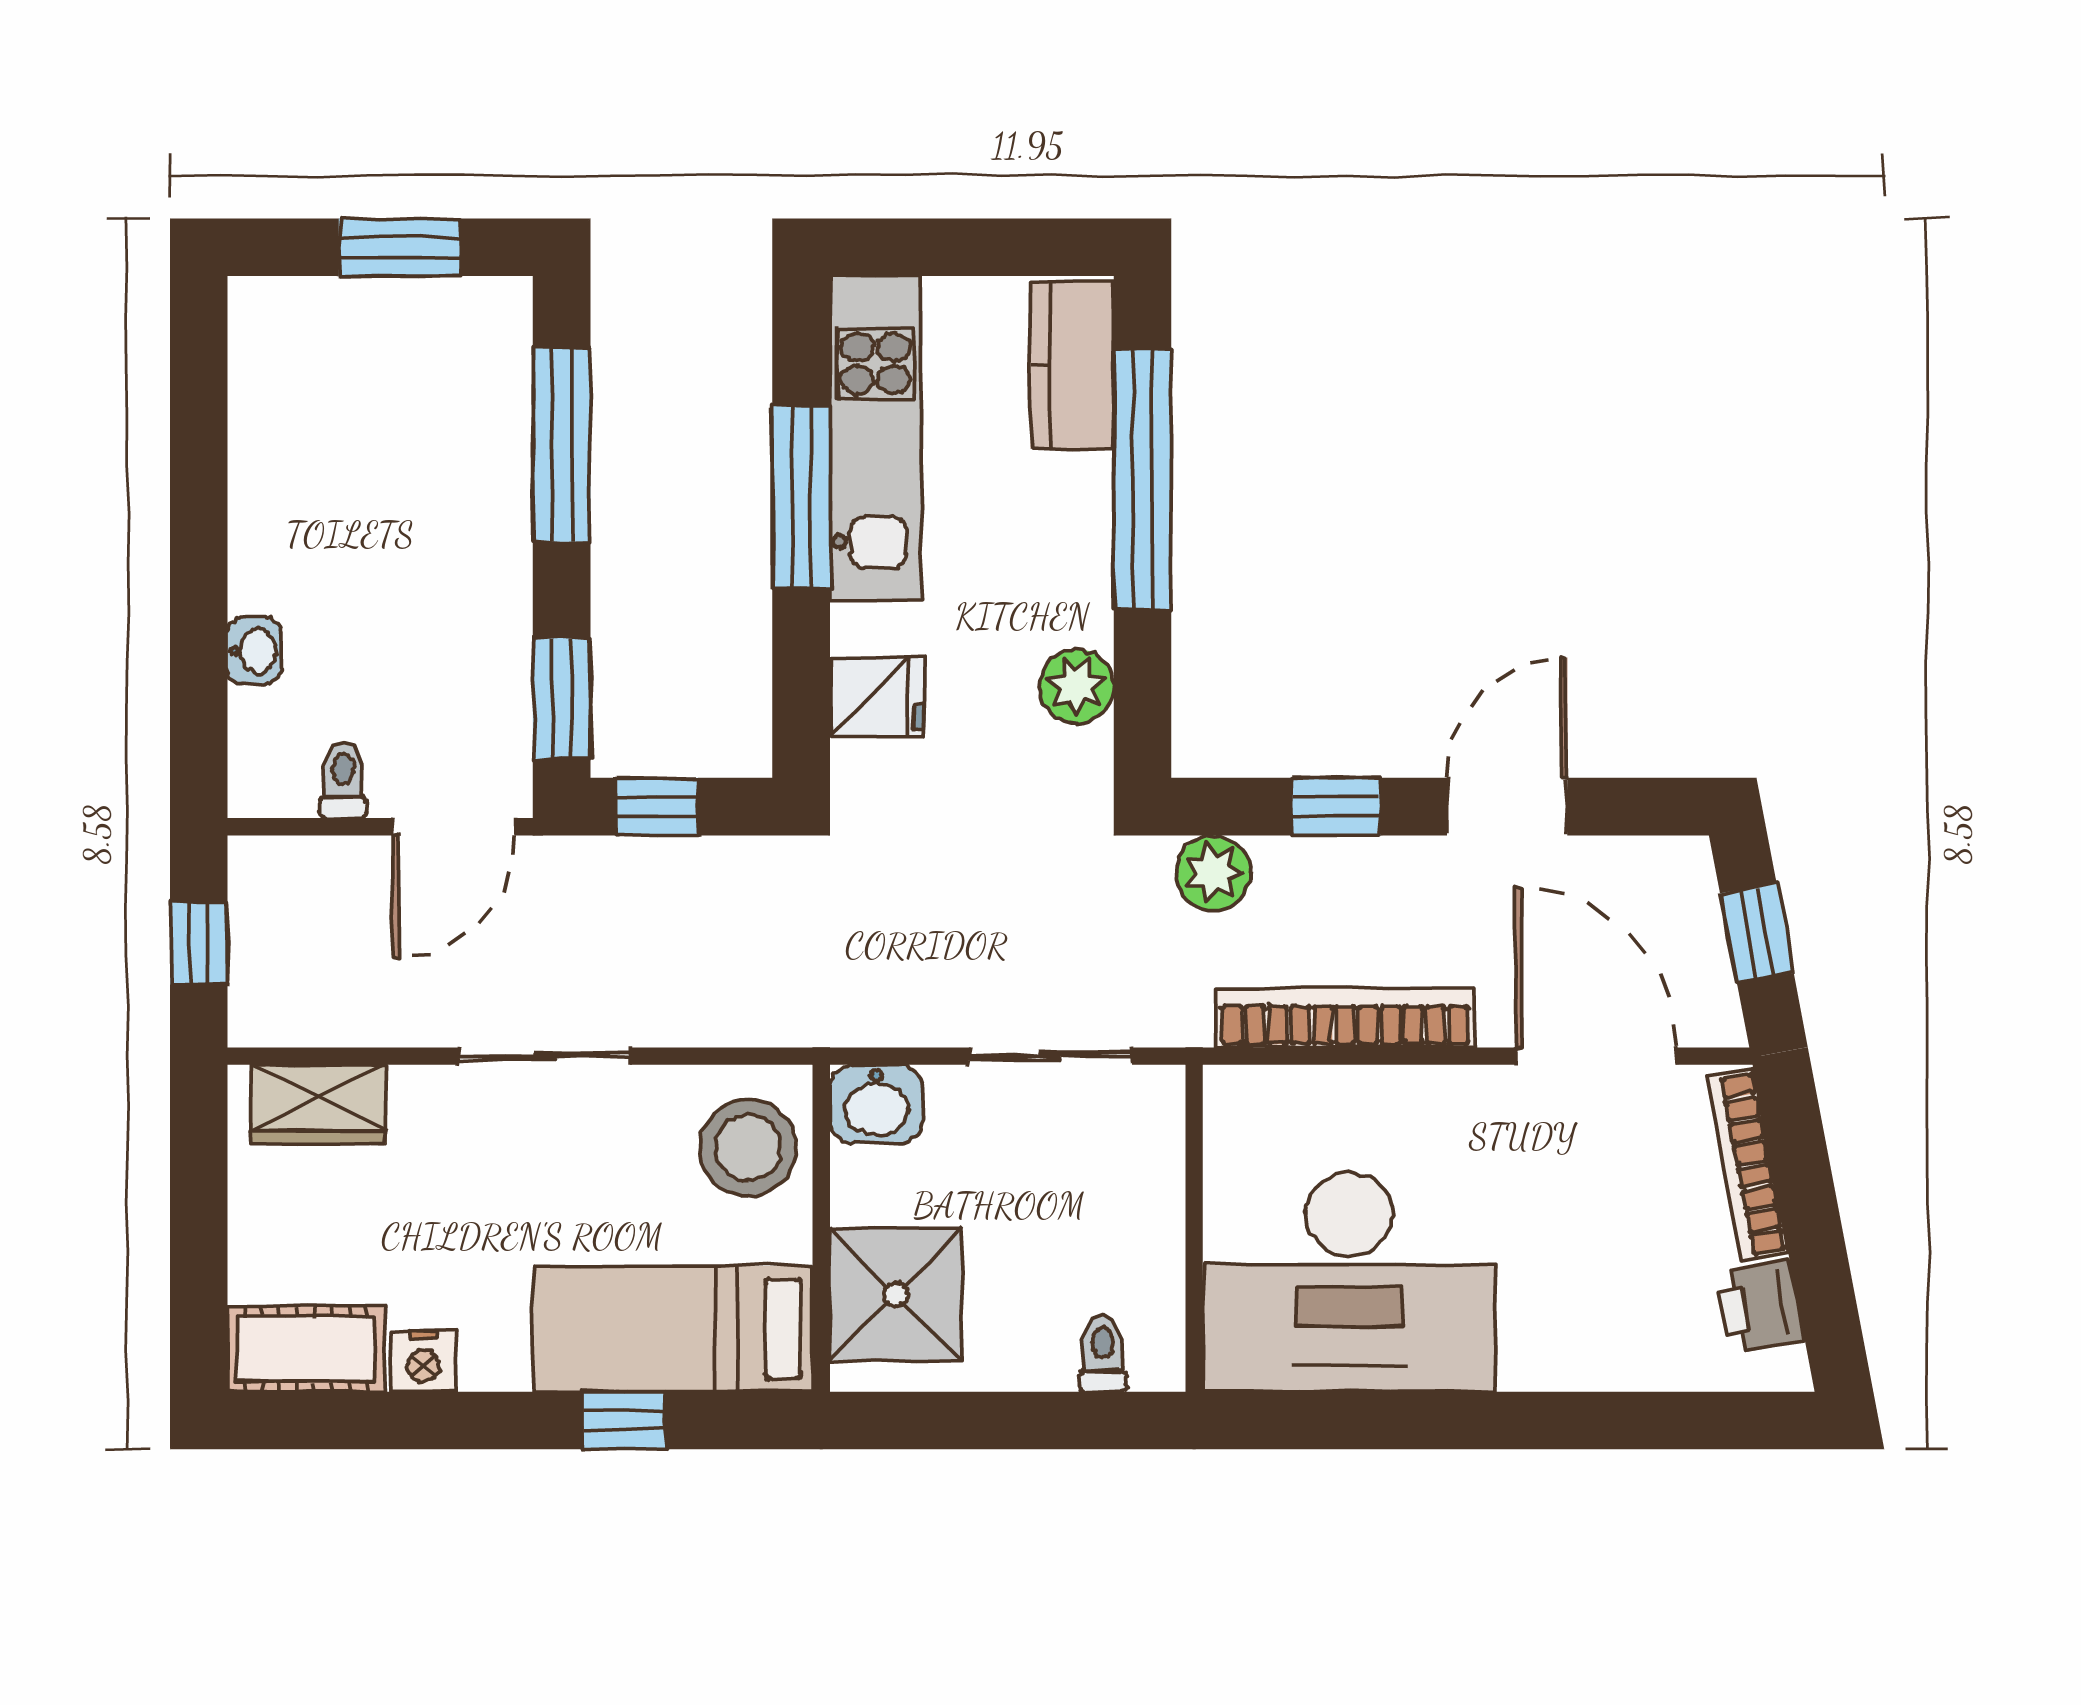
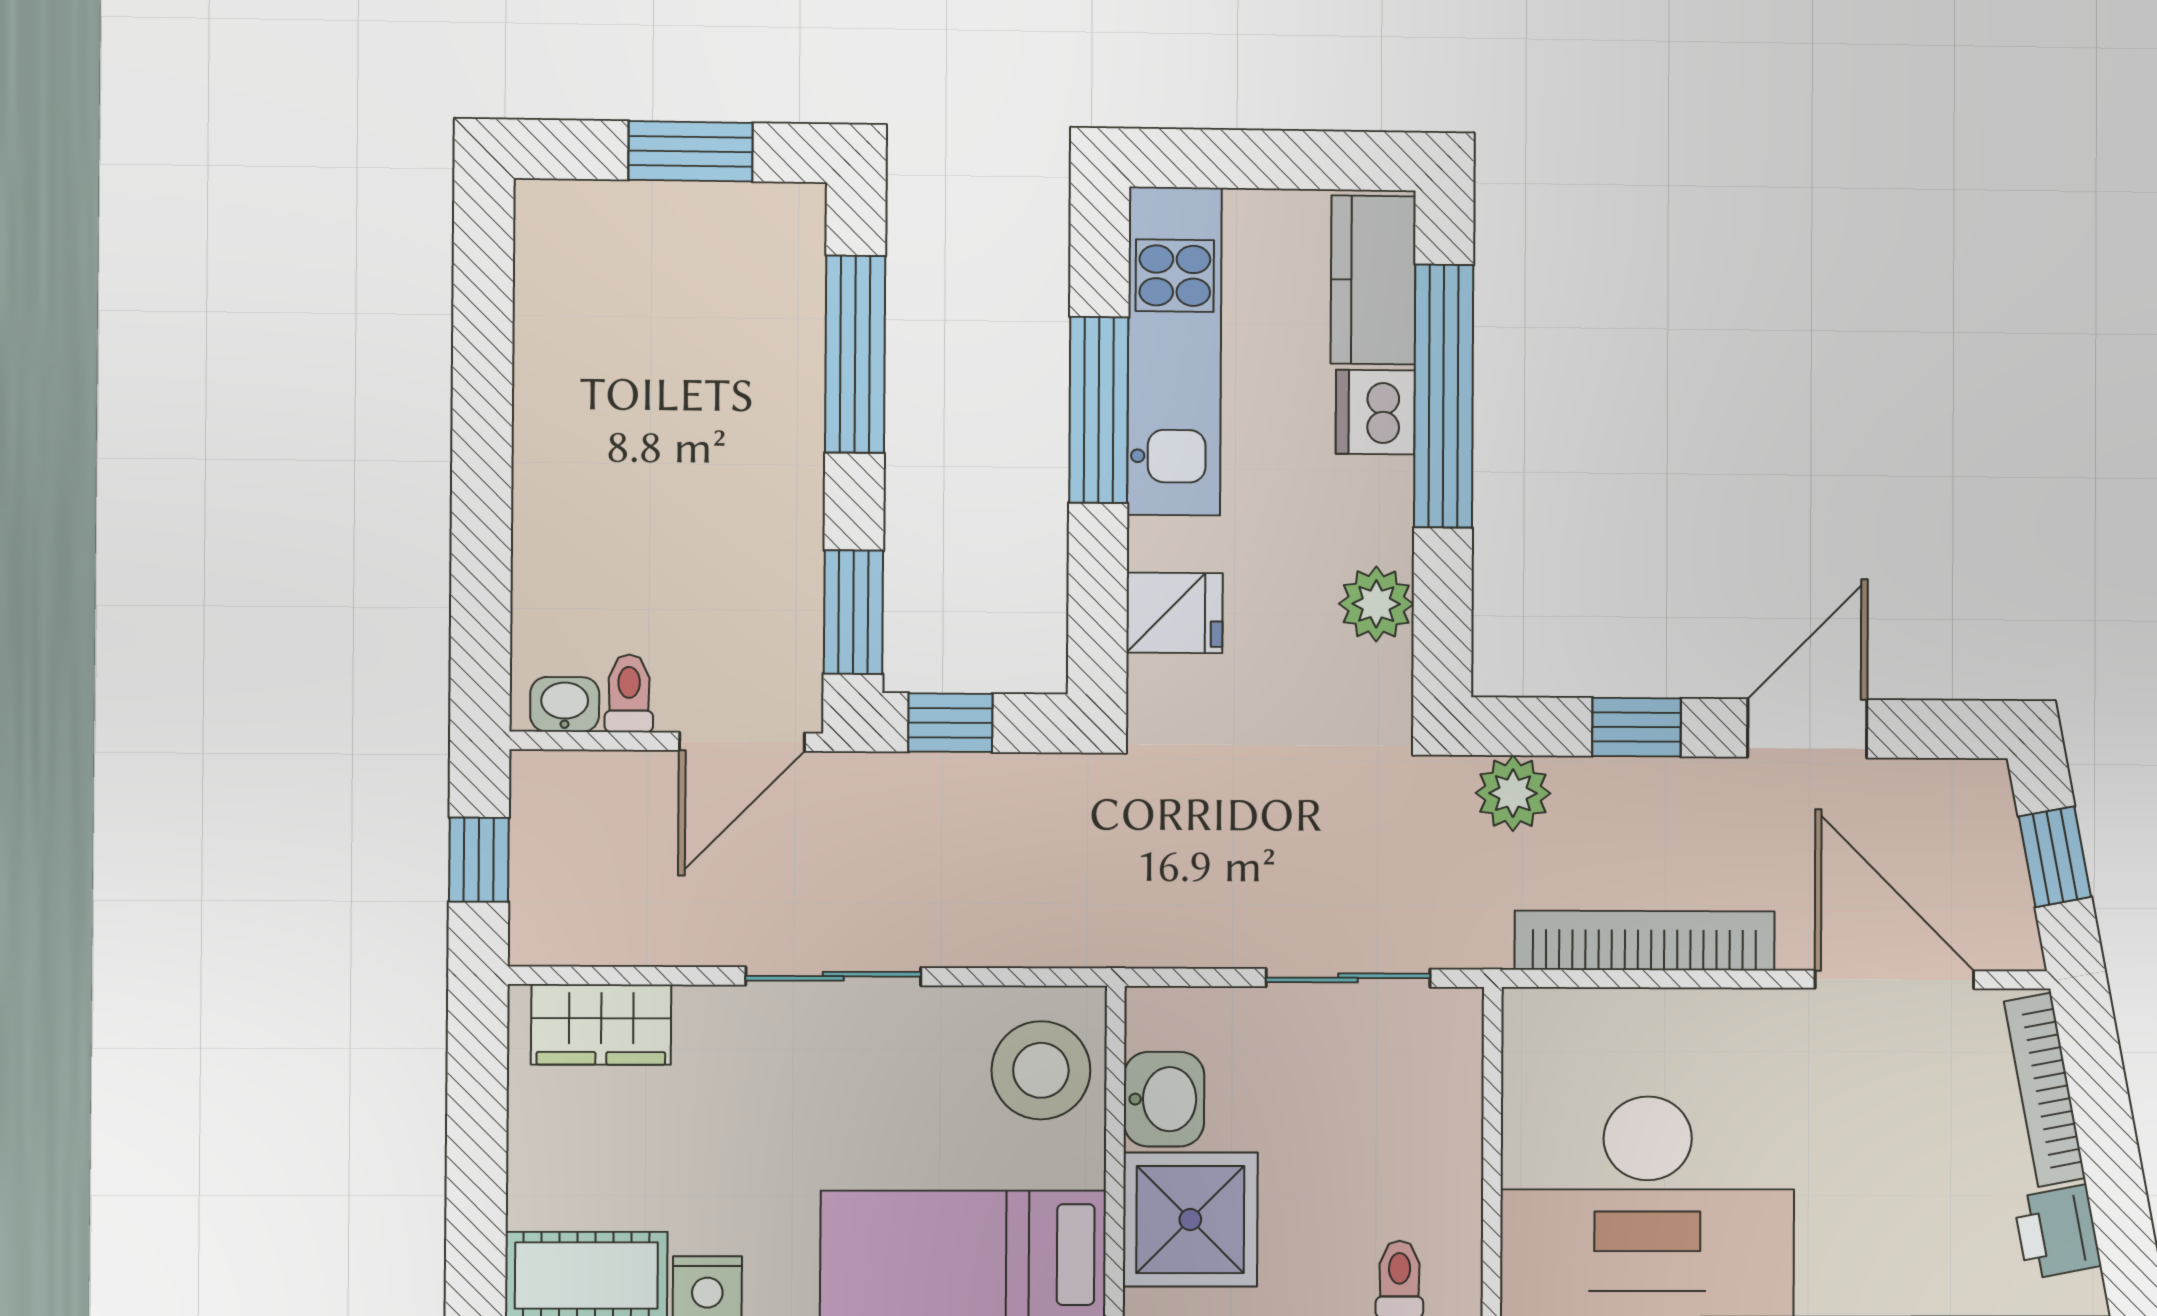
dishwasher: (1075, 496) -> (1375, 412), added
washbasin: (254, 651) -> (565, 704), moved, turned -90
washbasin: (876, 1104) -> (1164, 1099), moved, turned -90

